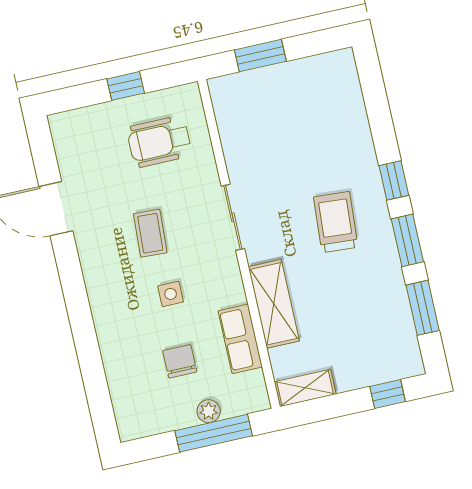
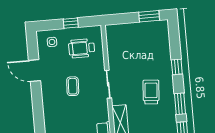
window: (260, 56) -> (149, 16), moved
window: (394, 180) -> (177, 67), moved
side table: (171, 294) -> (52, 42), moved

